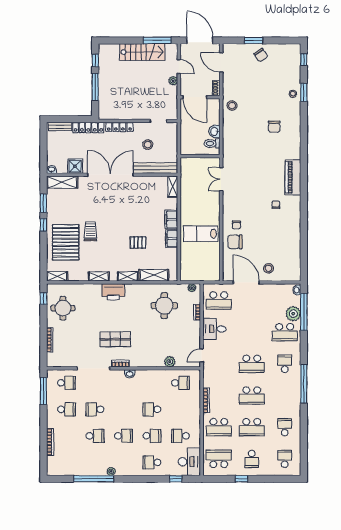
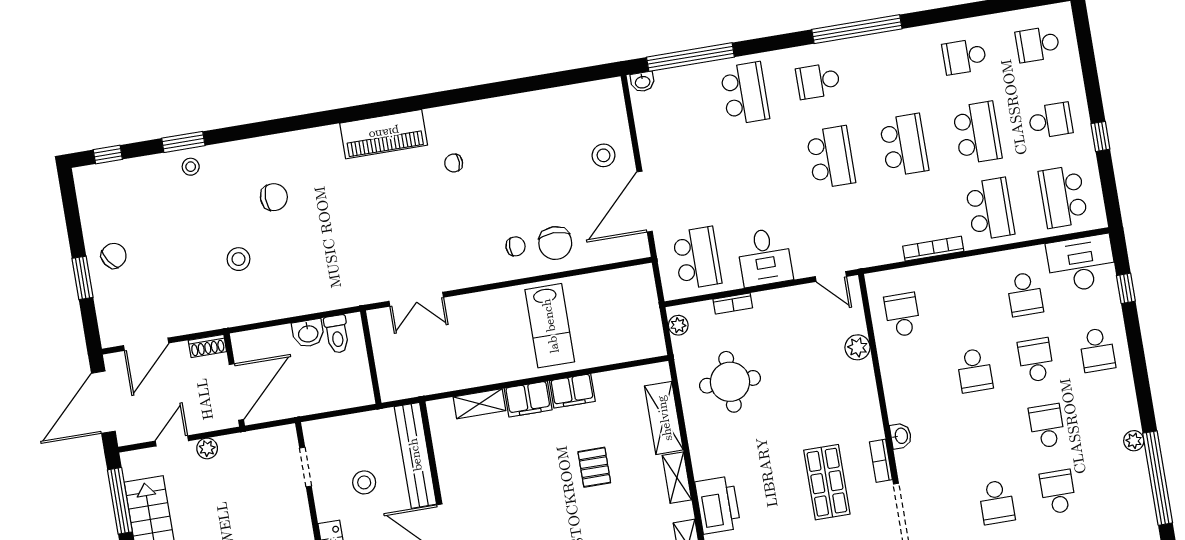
stool: (232, 106) -> (239, 259), moved
shelving: (173, 187) -> (479, 404), moved
plant: (293, 314) -> (699, 81), removed

